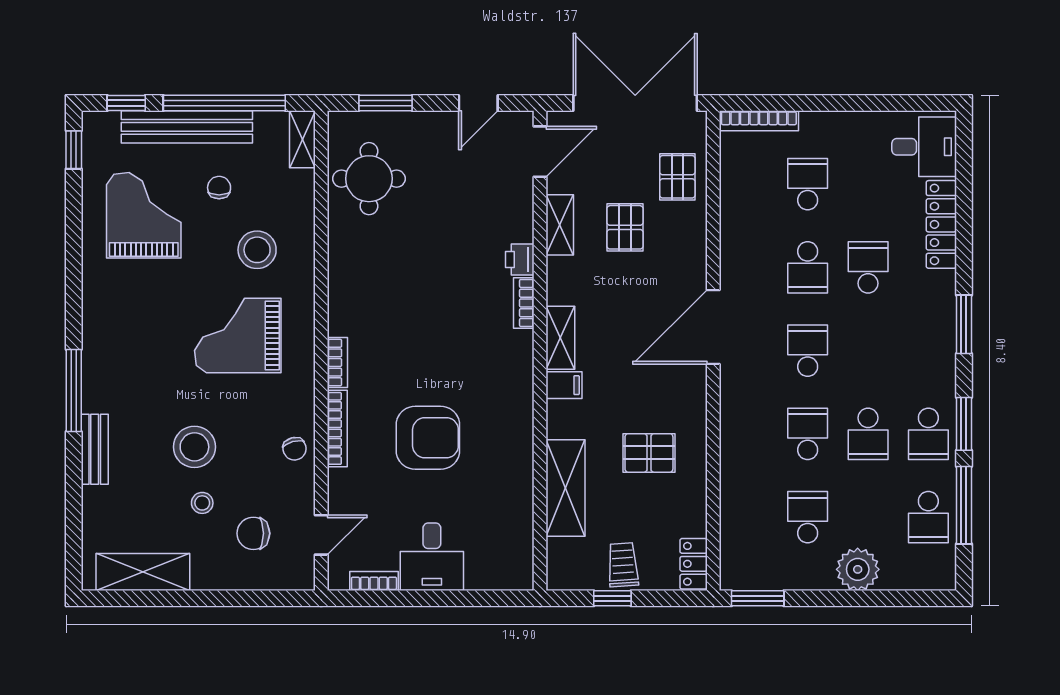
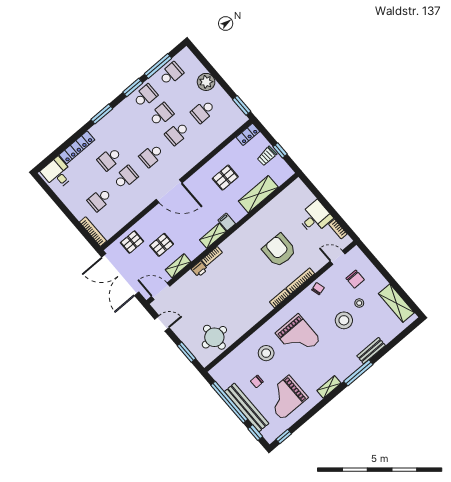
shelving: (302, 139) -> (329, 387), moved
pallet: (649, 453) -> (225, 178), turned 90

